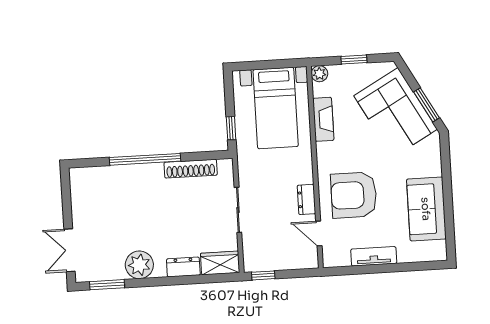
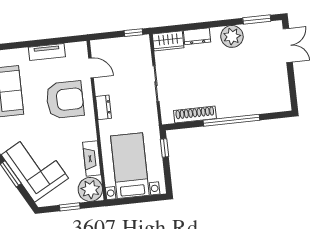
plant: (319, 74) -> (90, 189), width x1.88, depth x1.88
dresser: (306, 199) -> (104, 107), moved

